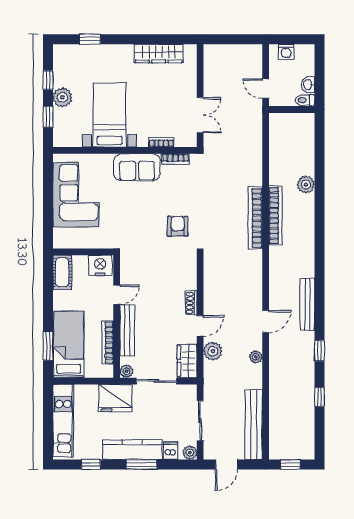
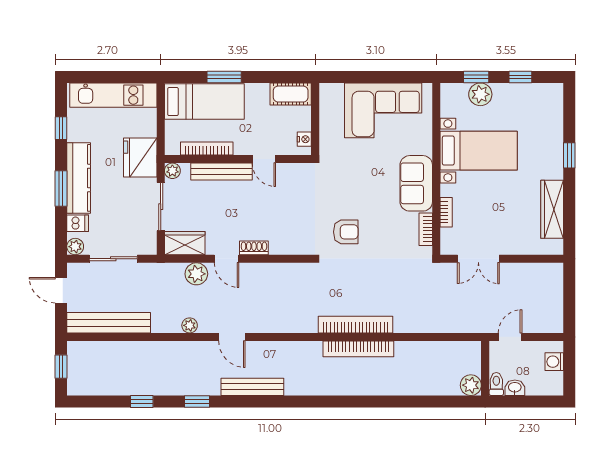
window: (90, 39) -> (569, 155), moved
plant: (62, 97) -> (480, 94), moved
plant: (306, 185) -> (471, 385), moved
nightstand: (100, 265) -> (304, 139), width x0.53, depth x0.56
window: (48, 346) -> (224, 77), moved

